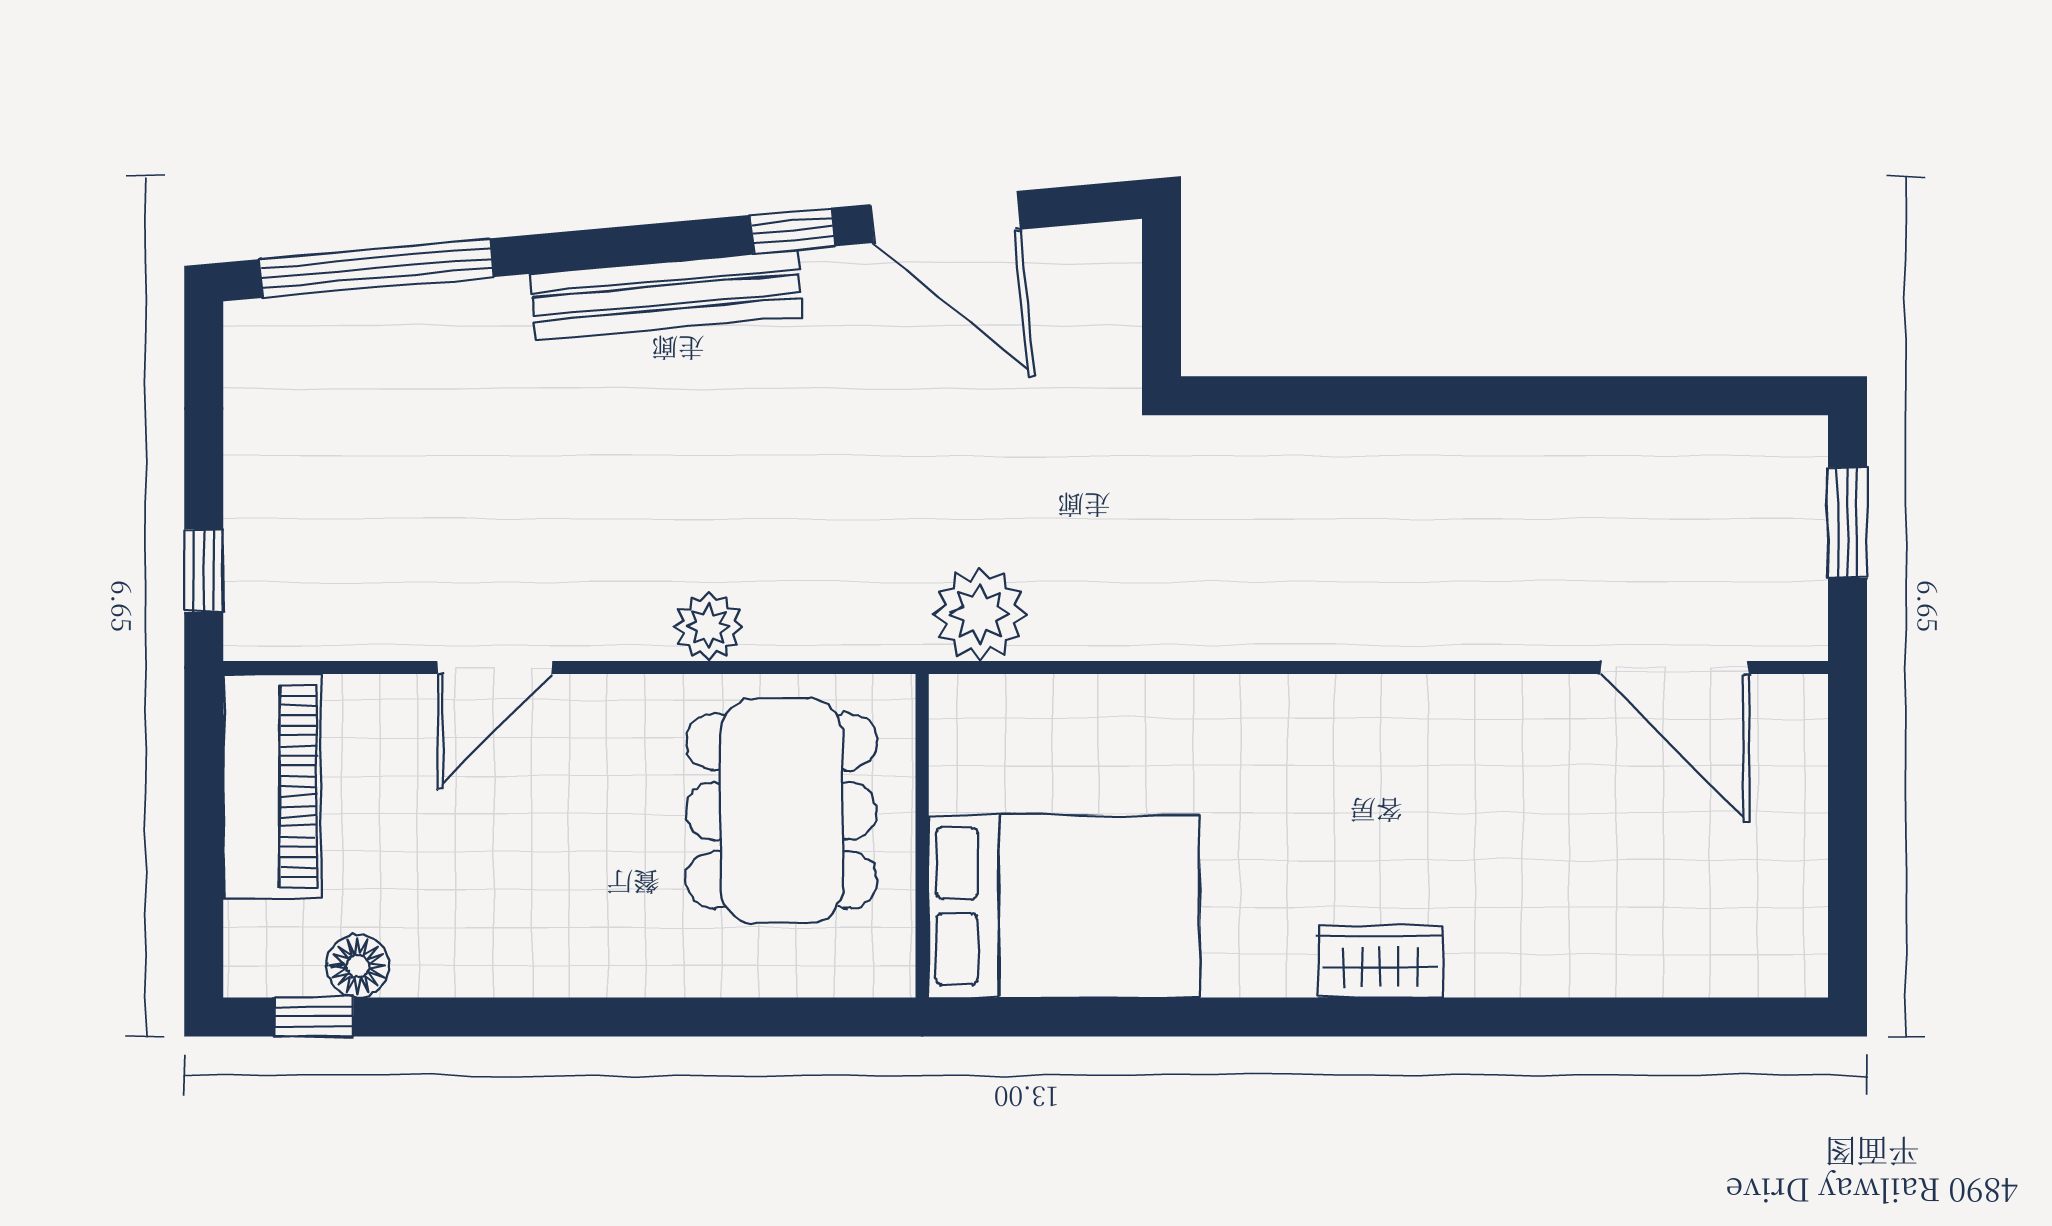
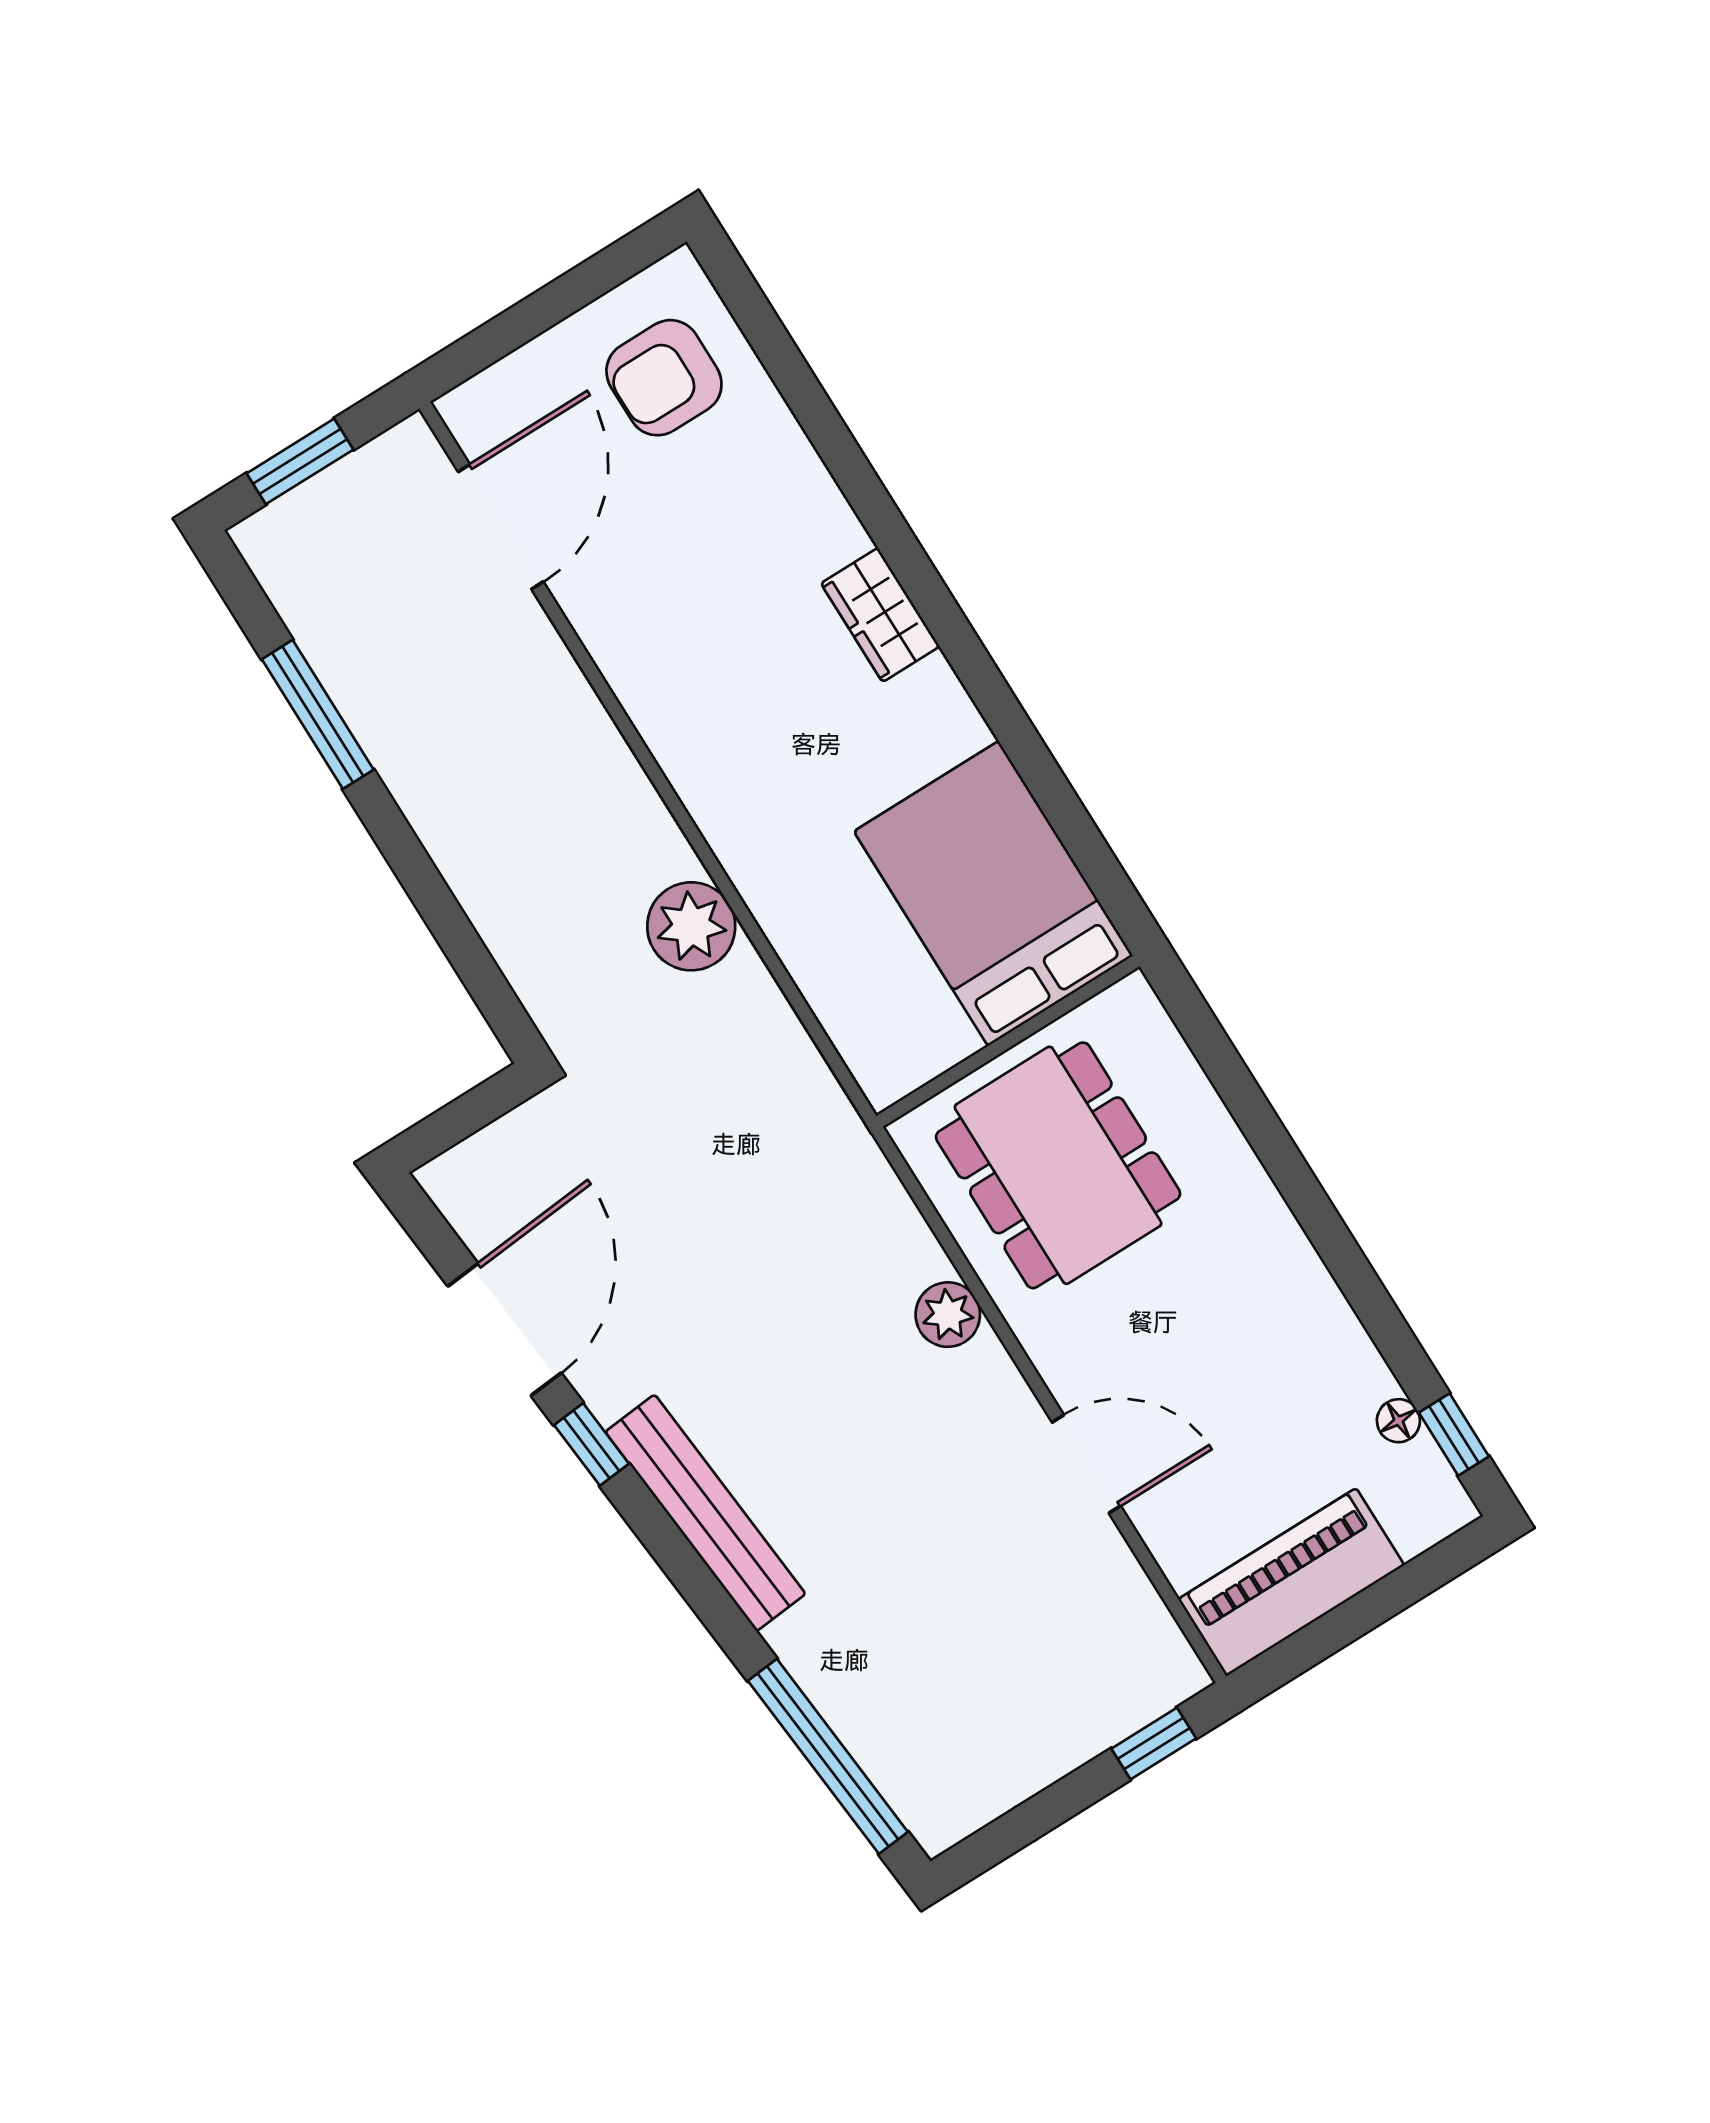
window: (1608, 396) -> (318, 714), added
plant: (980, 614) -> (691, 926), moved
dining table: (781, 811) -> (1058, 1165), turned 90
armchair: (1717, 900) -> (664, 378), added
floor lamp: (358, 966) -> (1398, 1421), width x0.73, depth x0.73

